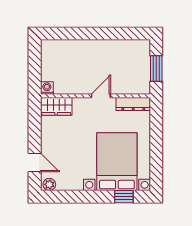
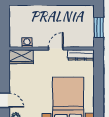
washing machine: (47, 88) -> (27, 43), moved

